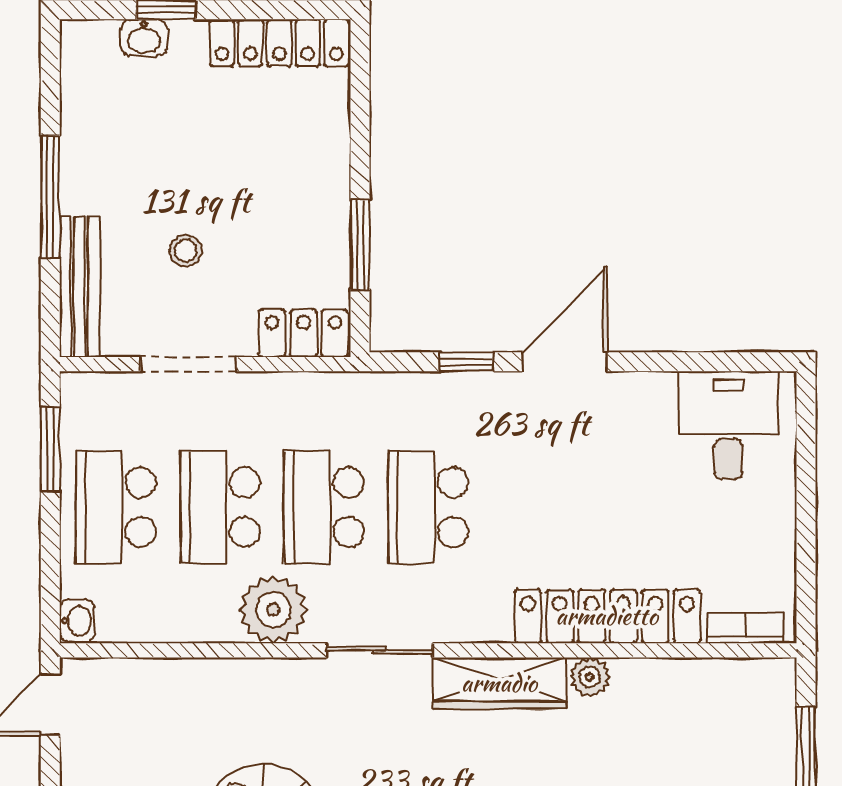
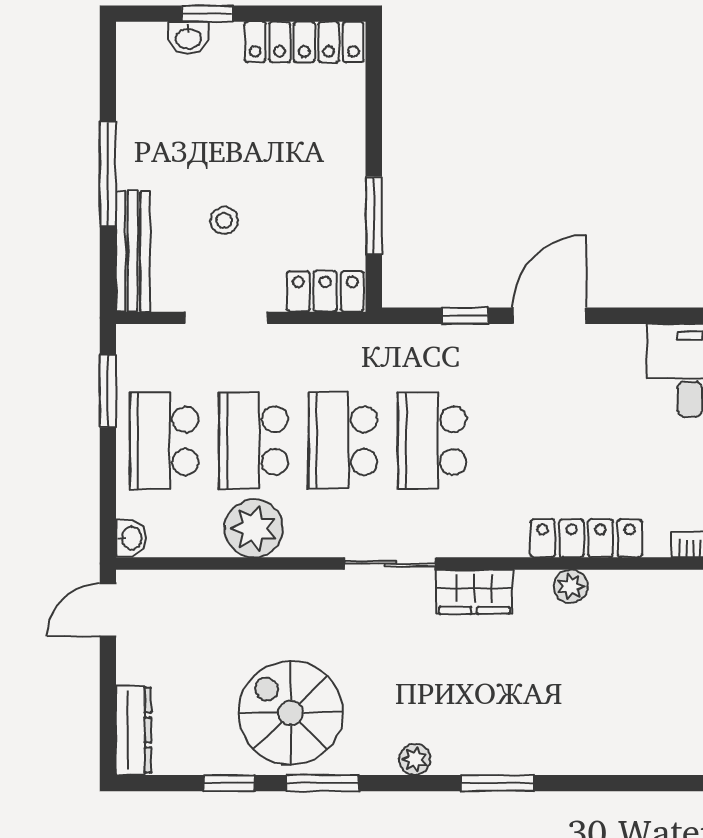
plant: (273, 609) -> (254, 528), moved
locker: (607, 616) -> (586, 538), width x0.71, depth x0.83
wardrobe: (499, 683) -> (474, 592), width x0.67

